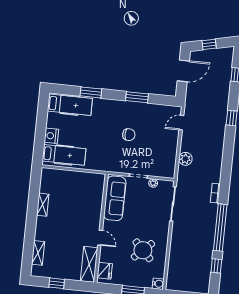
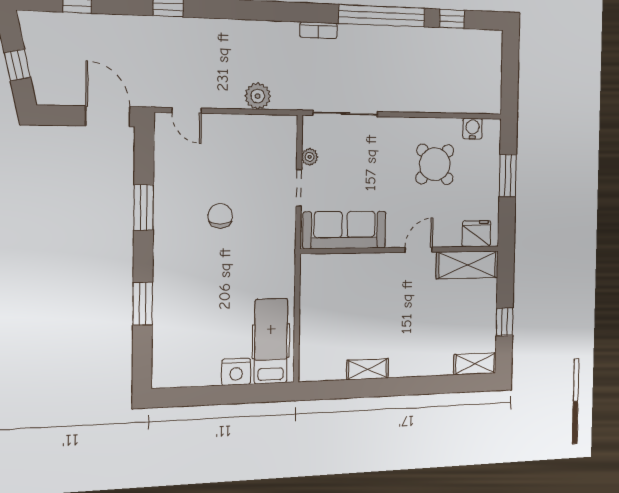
door: (183, 71) -> (108, 116), moved
hospital bed: (70, 105) -> (172, 343), removed
shelving: (38, 253) -> (475, 364), moved
water cooler: (158, 284) -> (473, 129), moved

